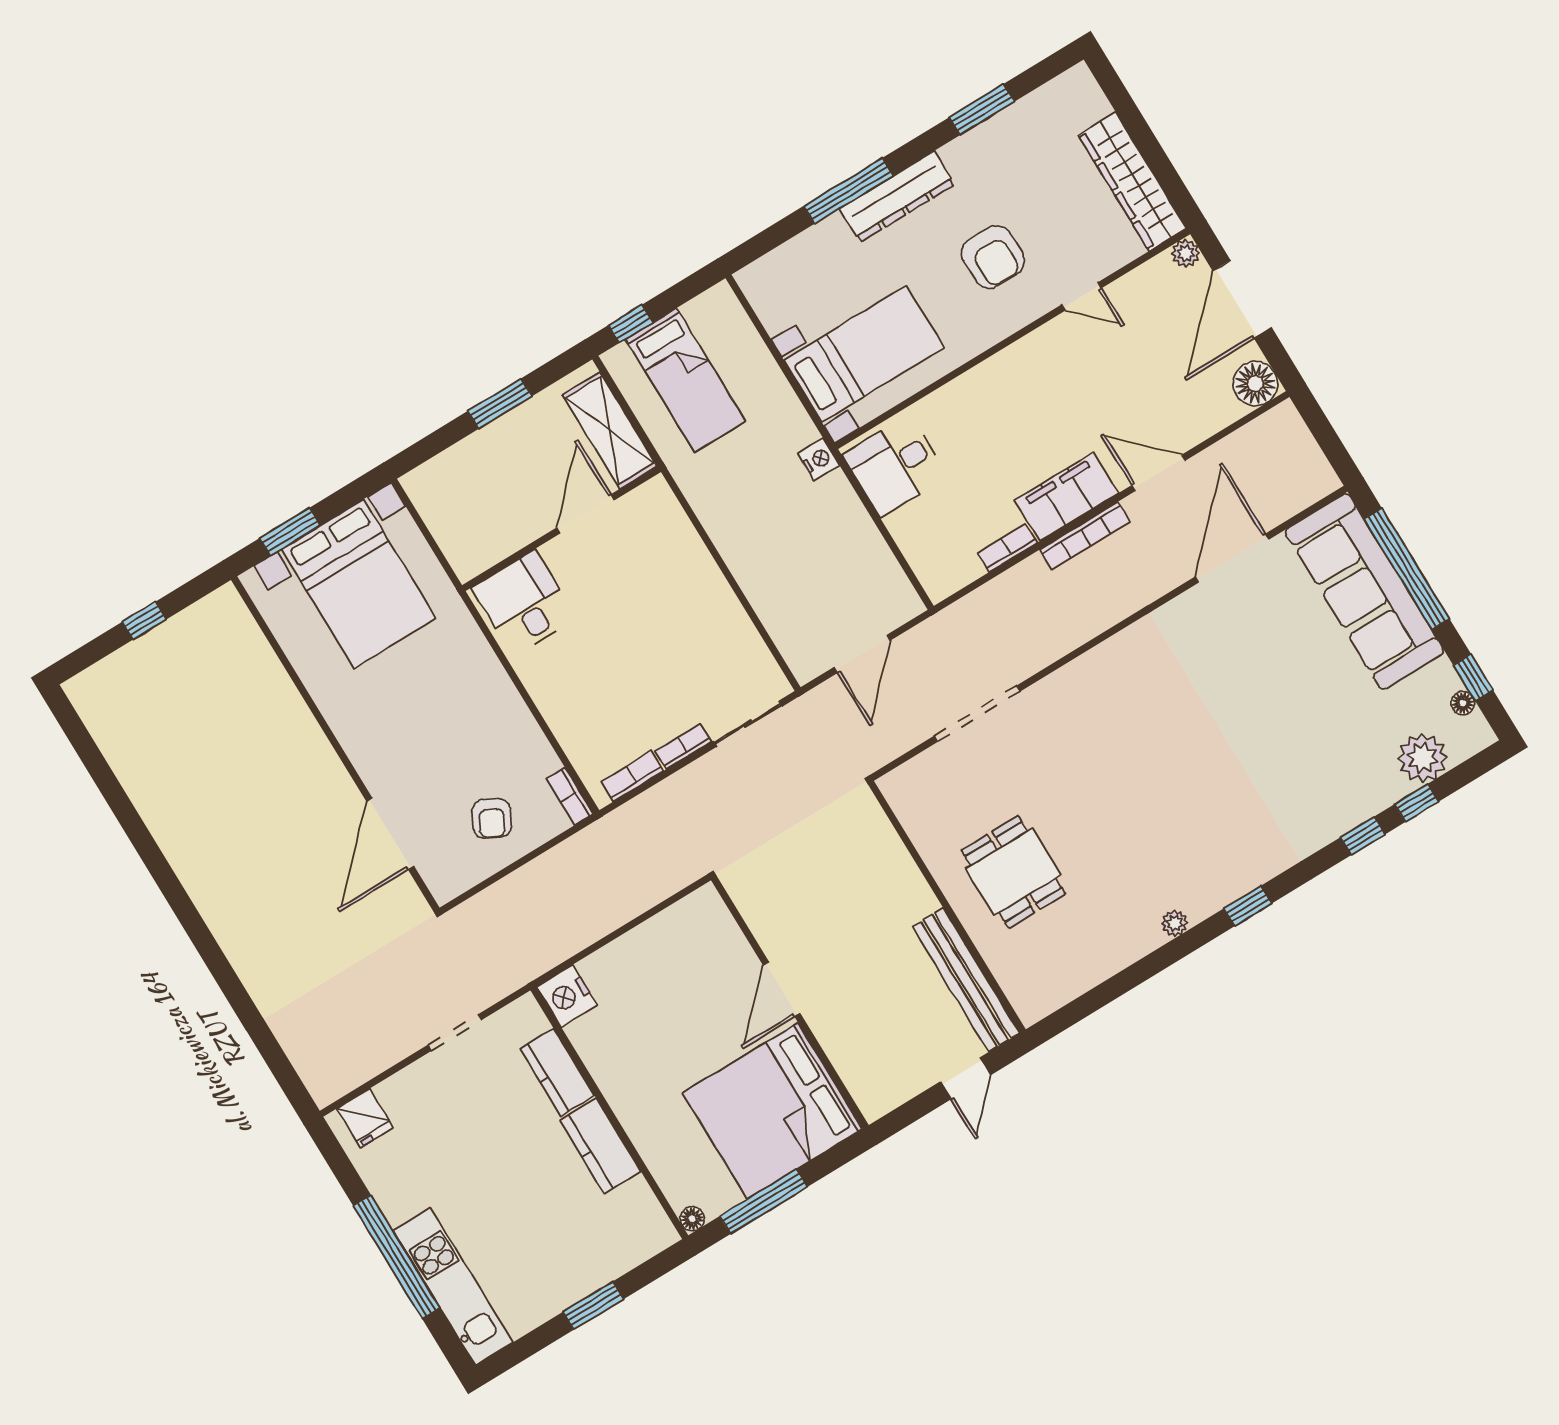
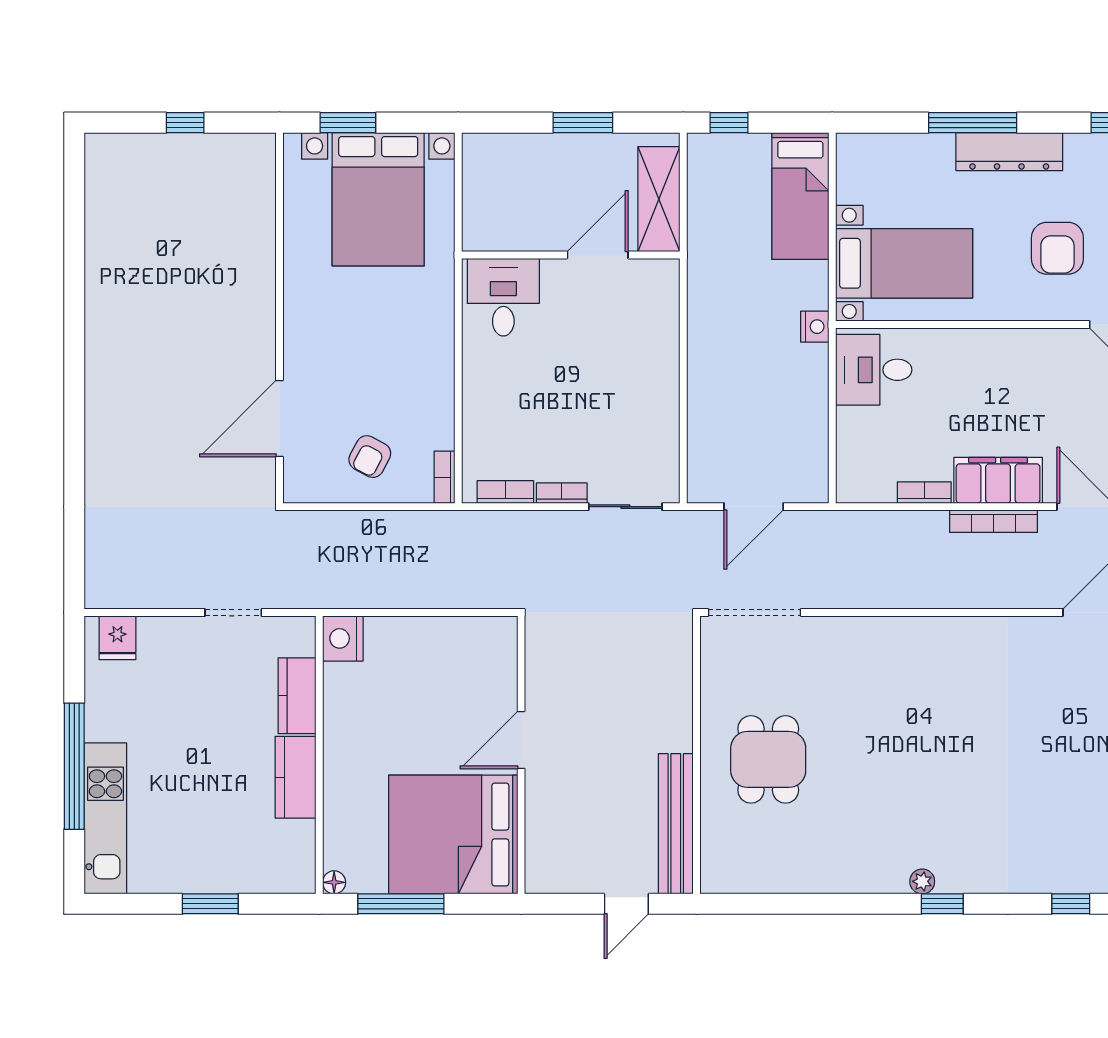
bed: (686, 380) -> (800, 196), moved
doorway: (977, 714) -> (754, 613), moved
plant: (1175, 923) -> (922, 881), moved

